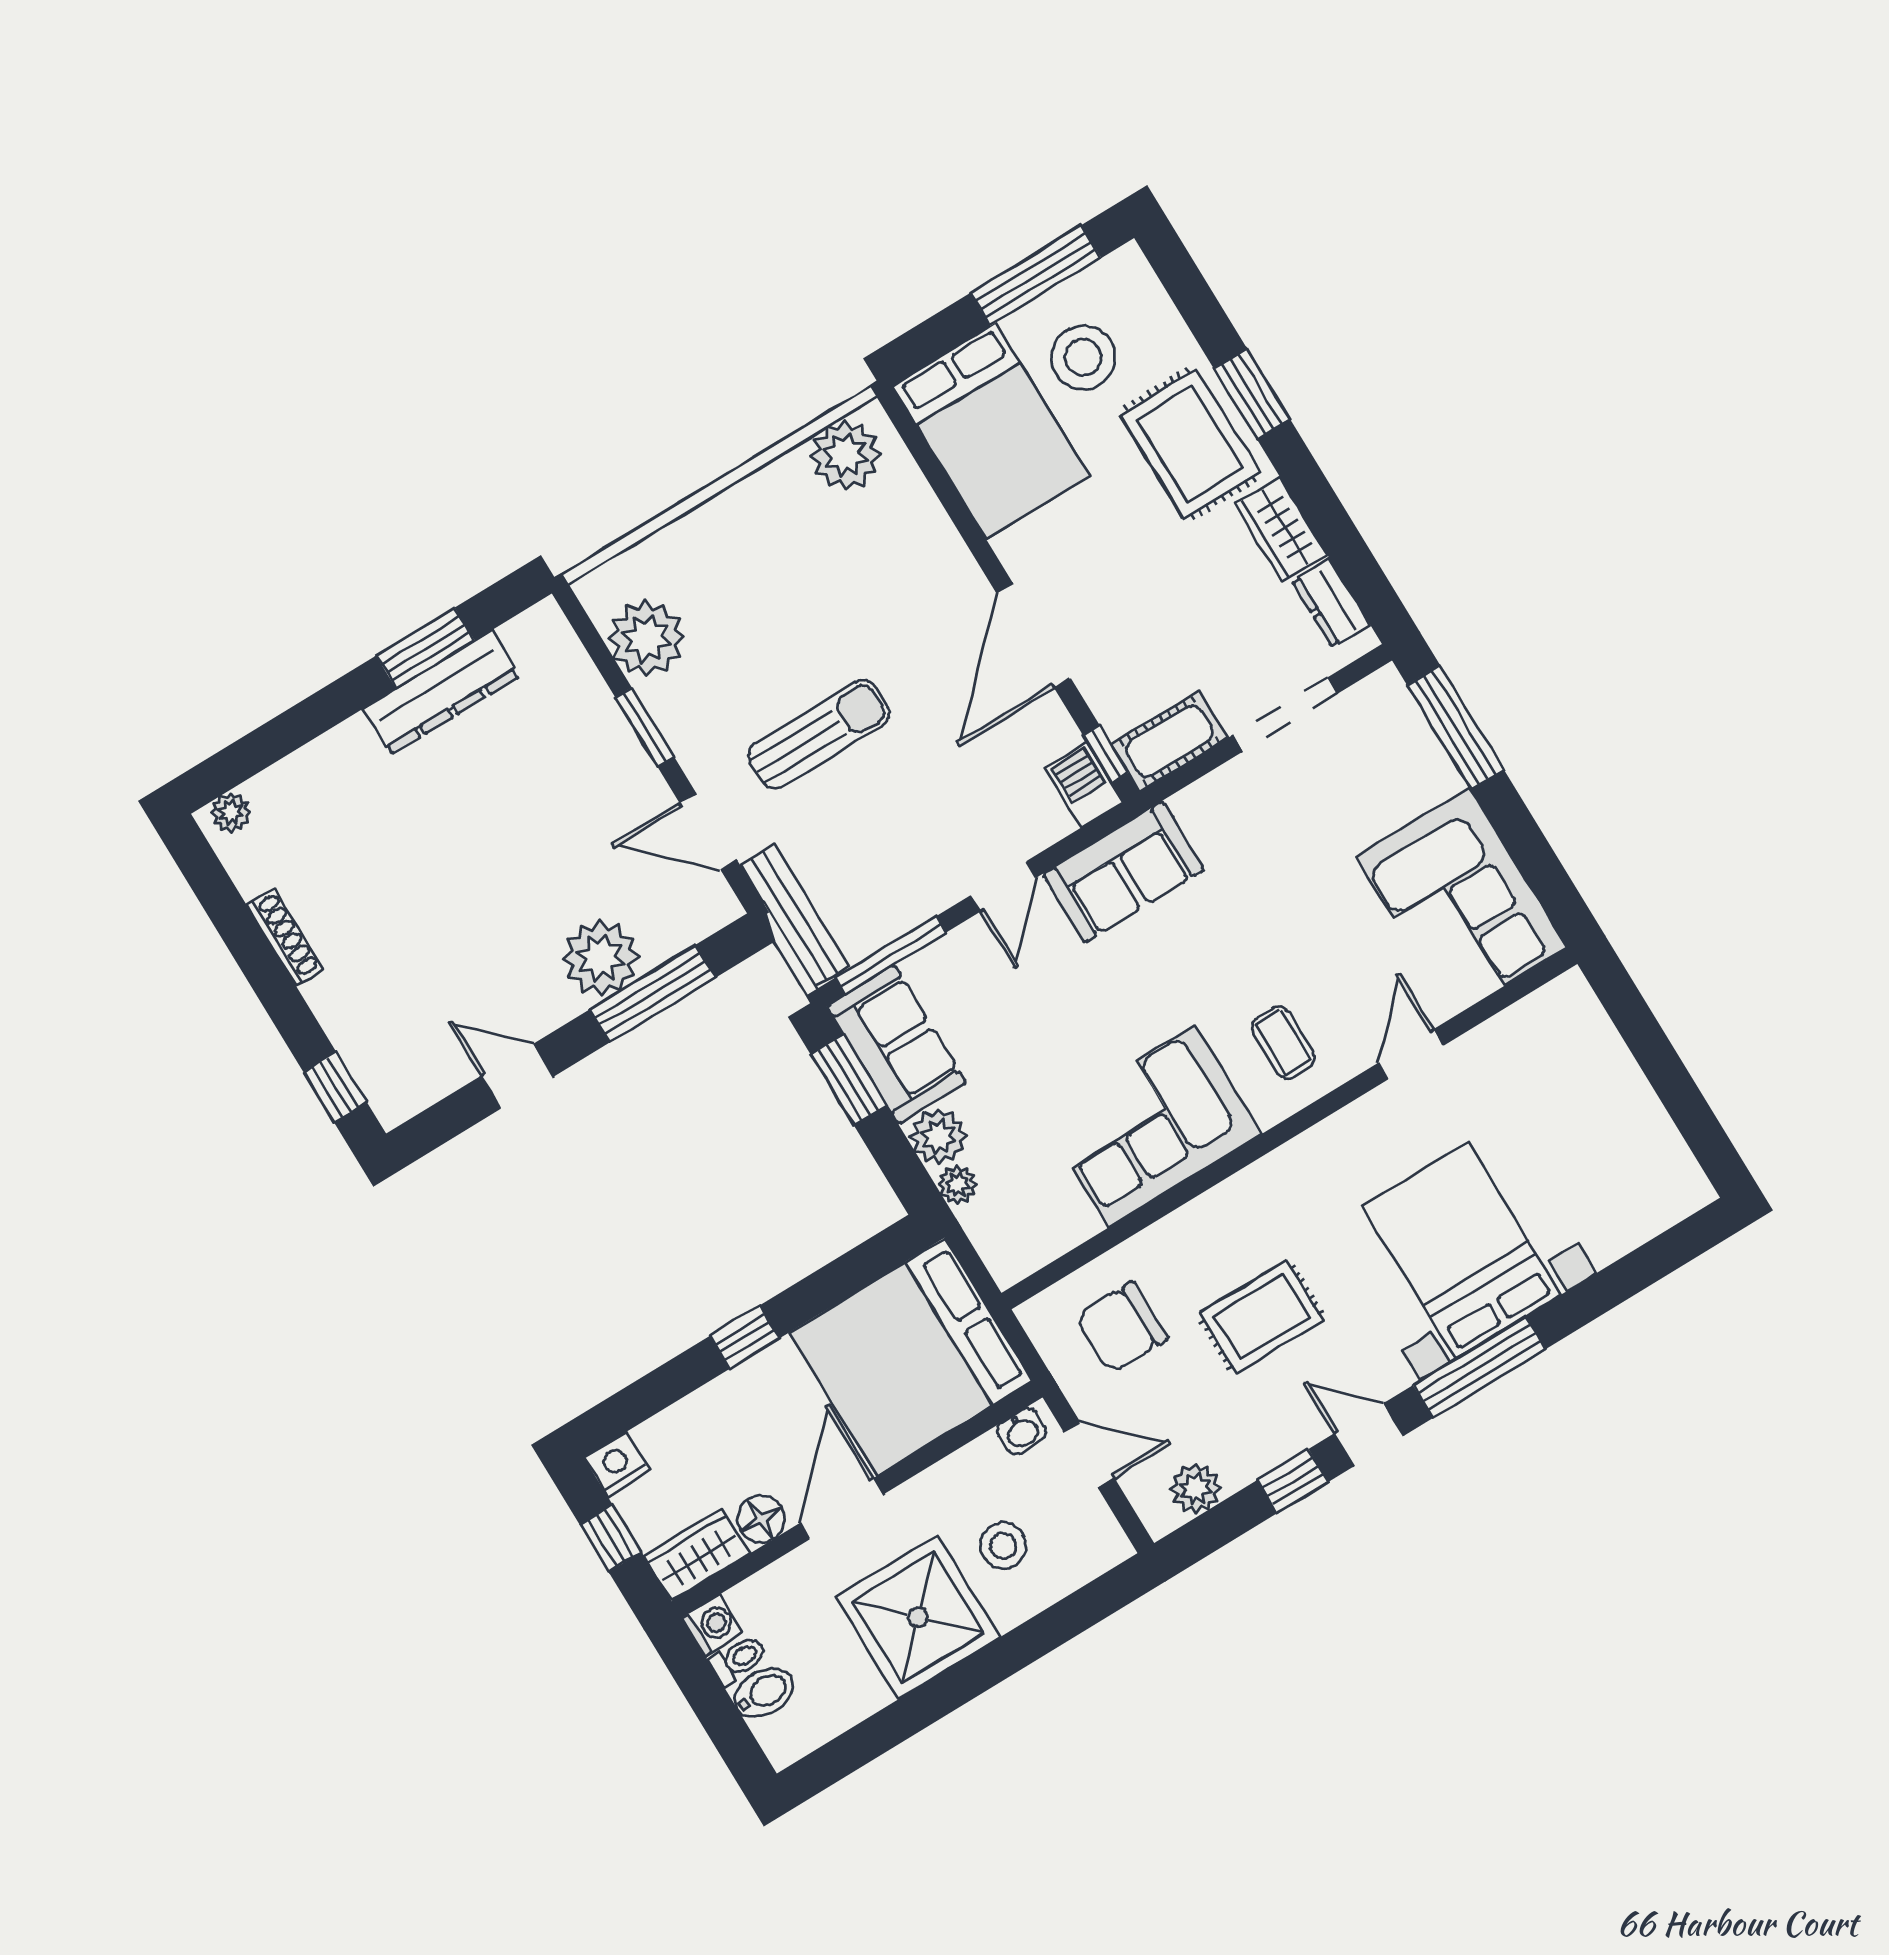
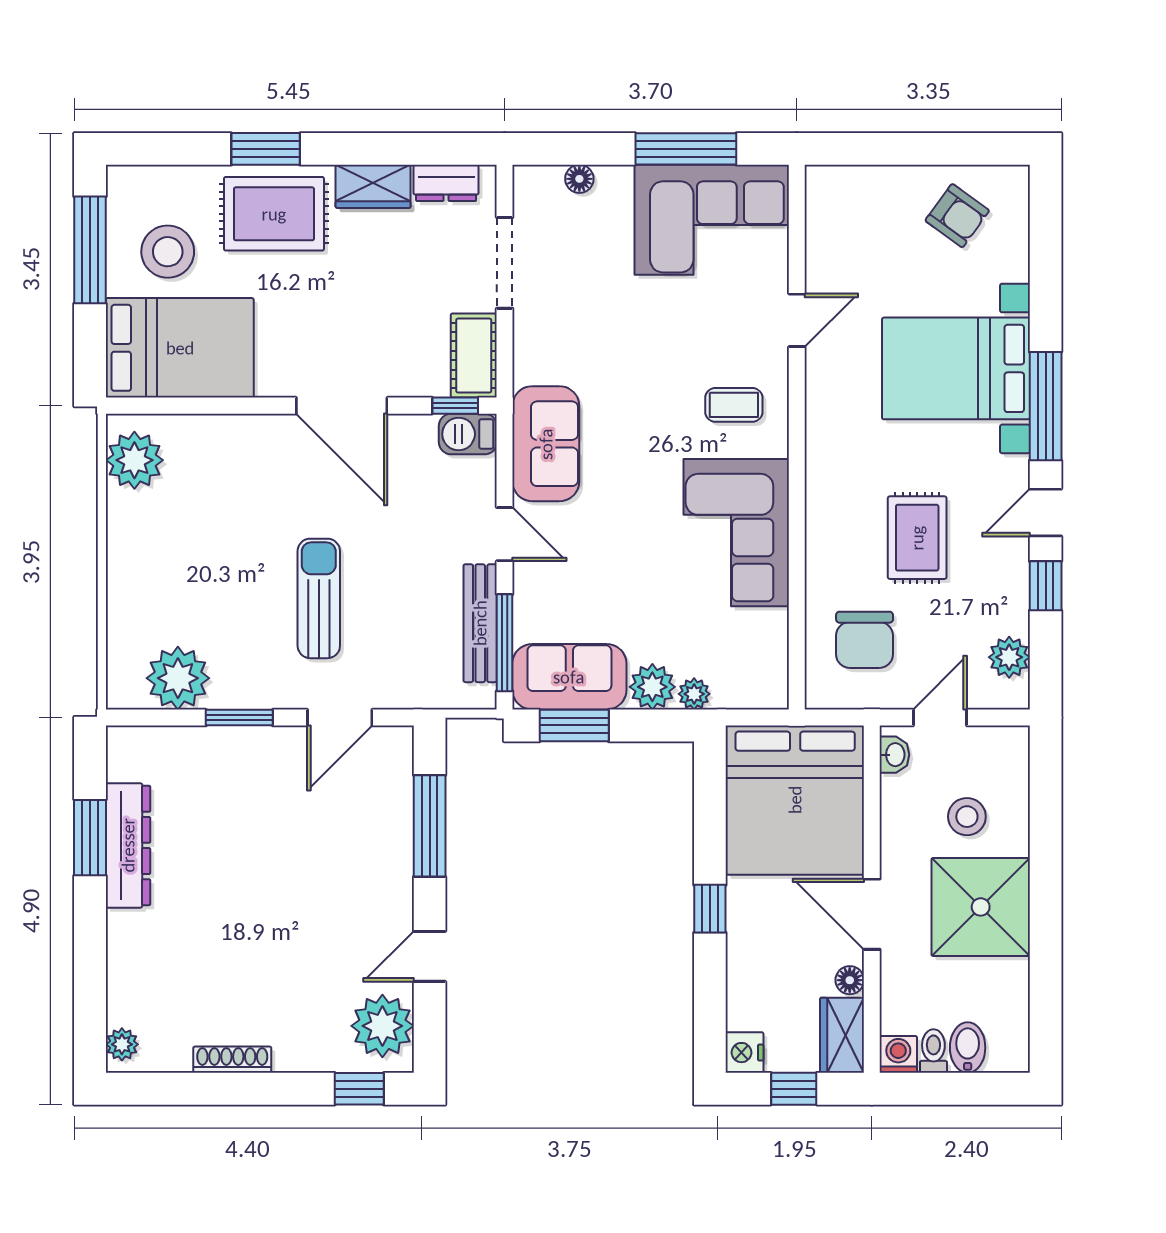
window: (1455, 727) -> (686, 149), moved
floor lamp: (1420, 739) -> (579, 179), added
bench: (795, 916) -> (480, 623), moved, turned 90
plant: (601, 958) -> (382, 1026), moved
door: (1411, 1054) -> (797, 320), swing flipped
armchair: (1621, 1155) -> (957, 216), added
floor lamp: (761, 1519) -> (850, 980), width x0.73, depth x0.73

